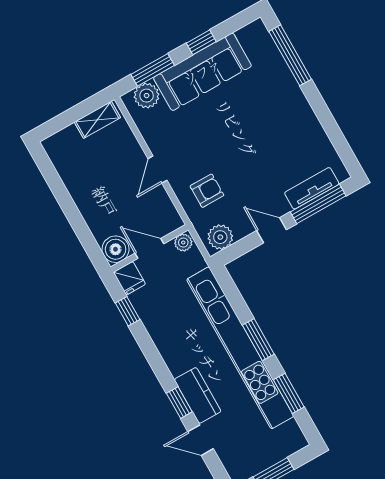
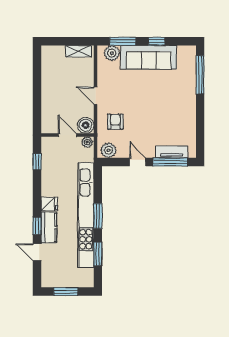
door: (157, 170) -> (95, 96), hinge flipped
armchair: (207, 191) -> (115, 122), turned -90
boiler: (116, 249) -> (86, 125), moved
fridge: (130, 278) -> (49, 204), moved, turned -90

